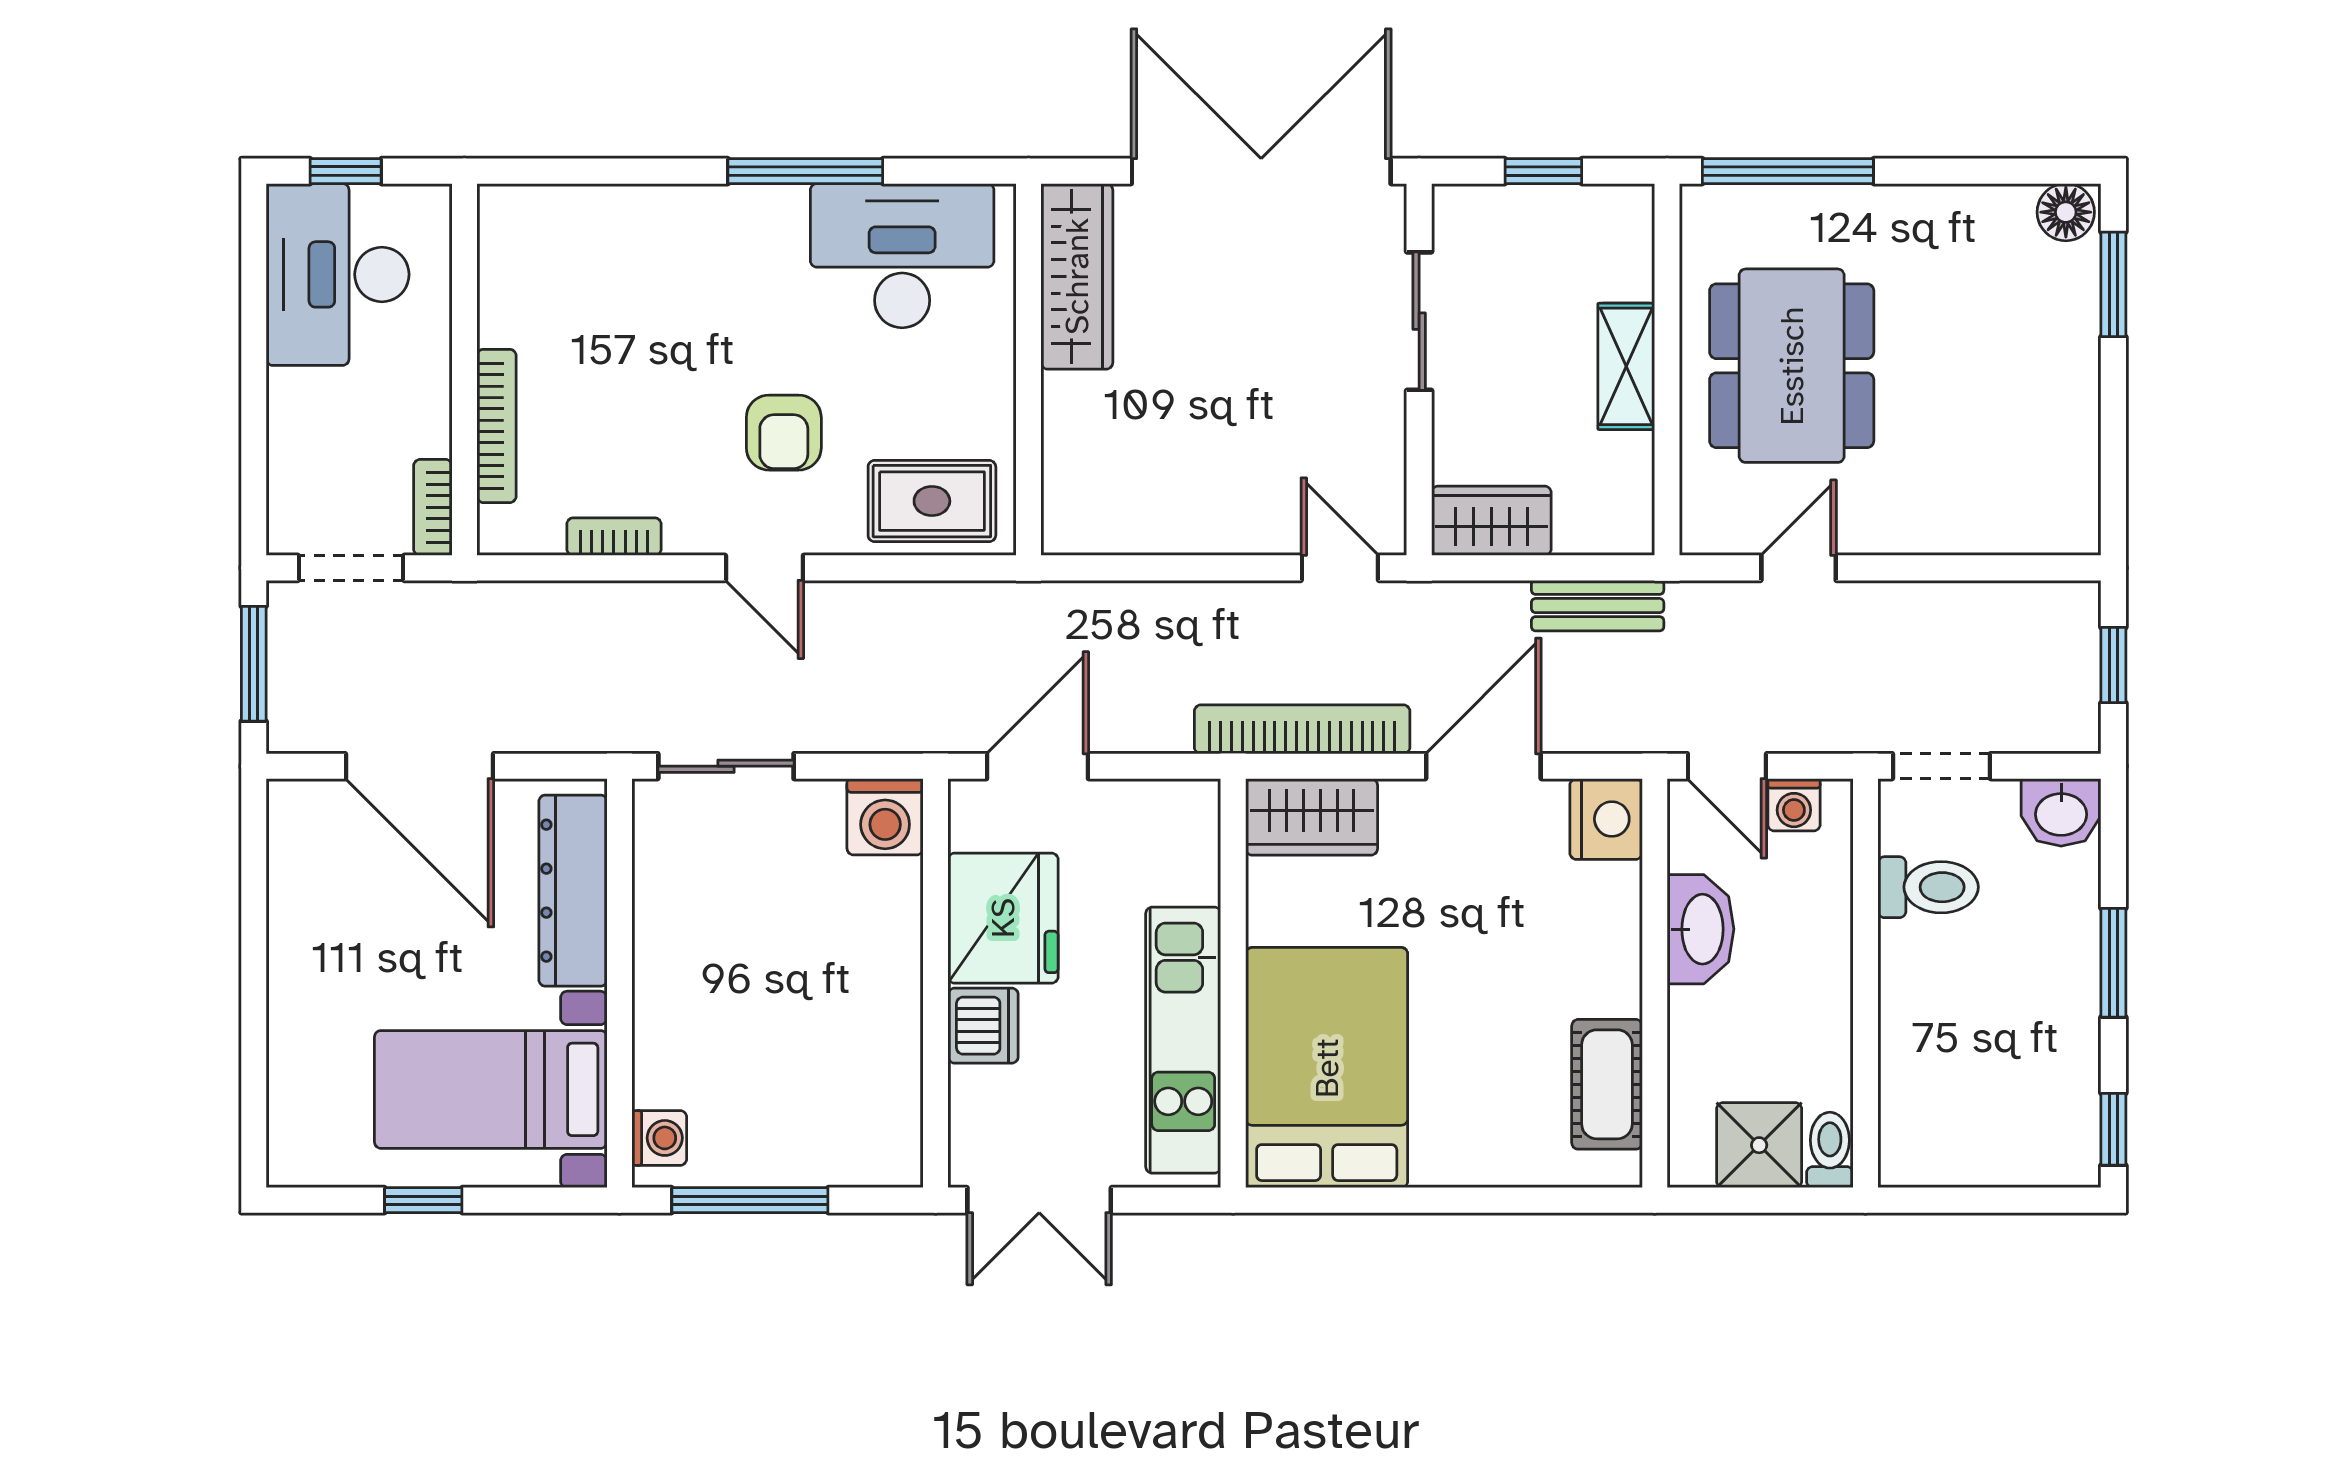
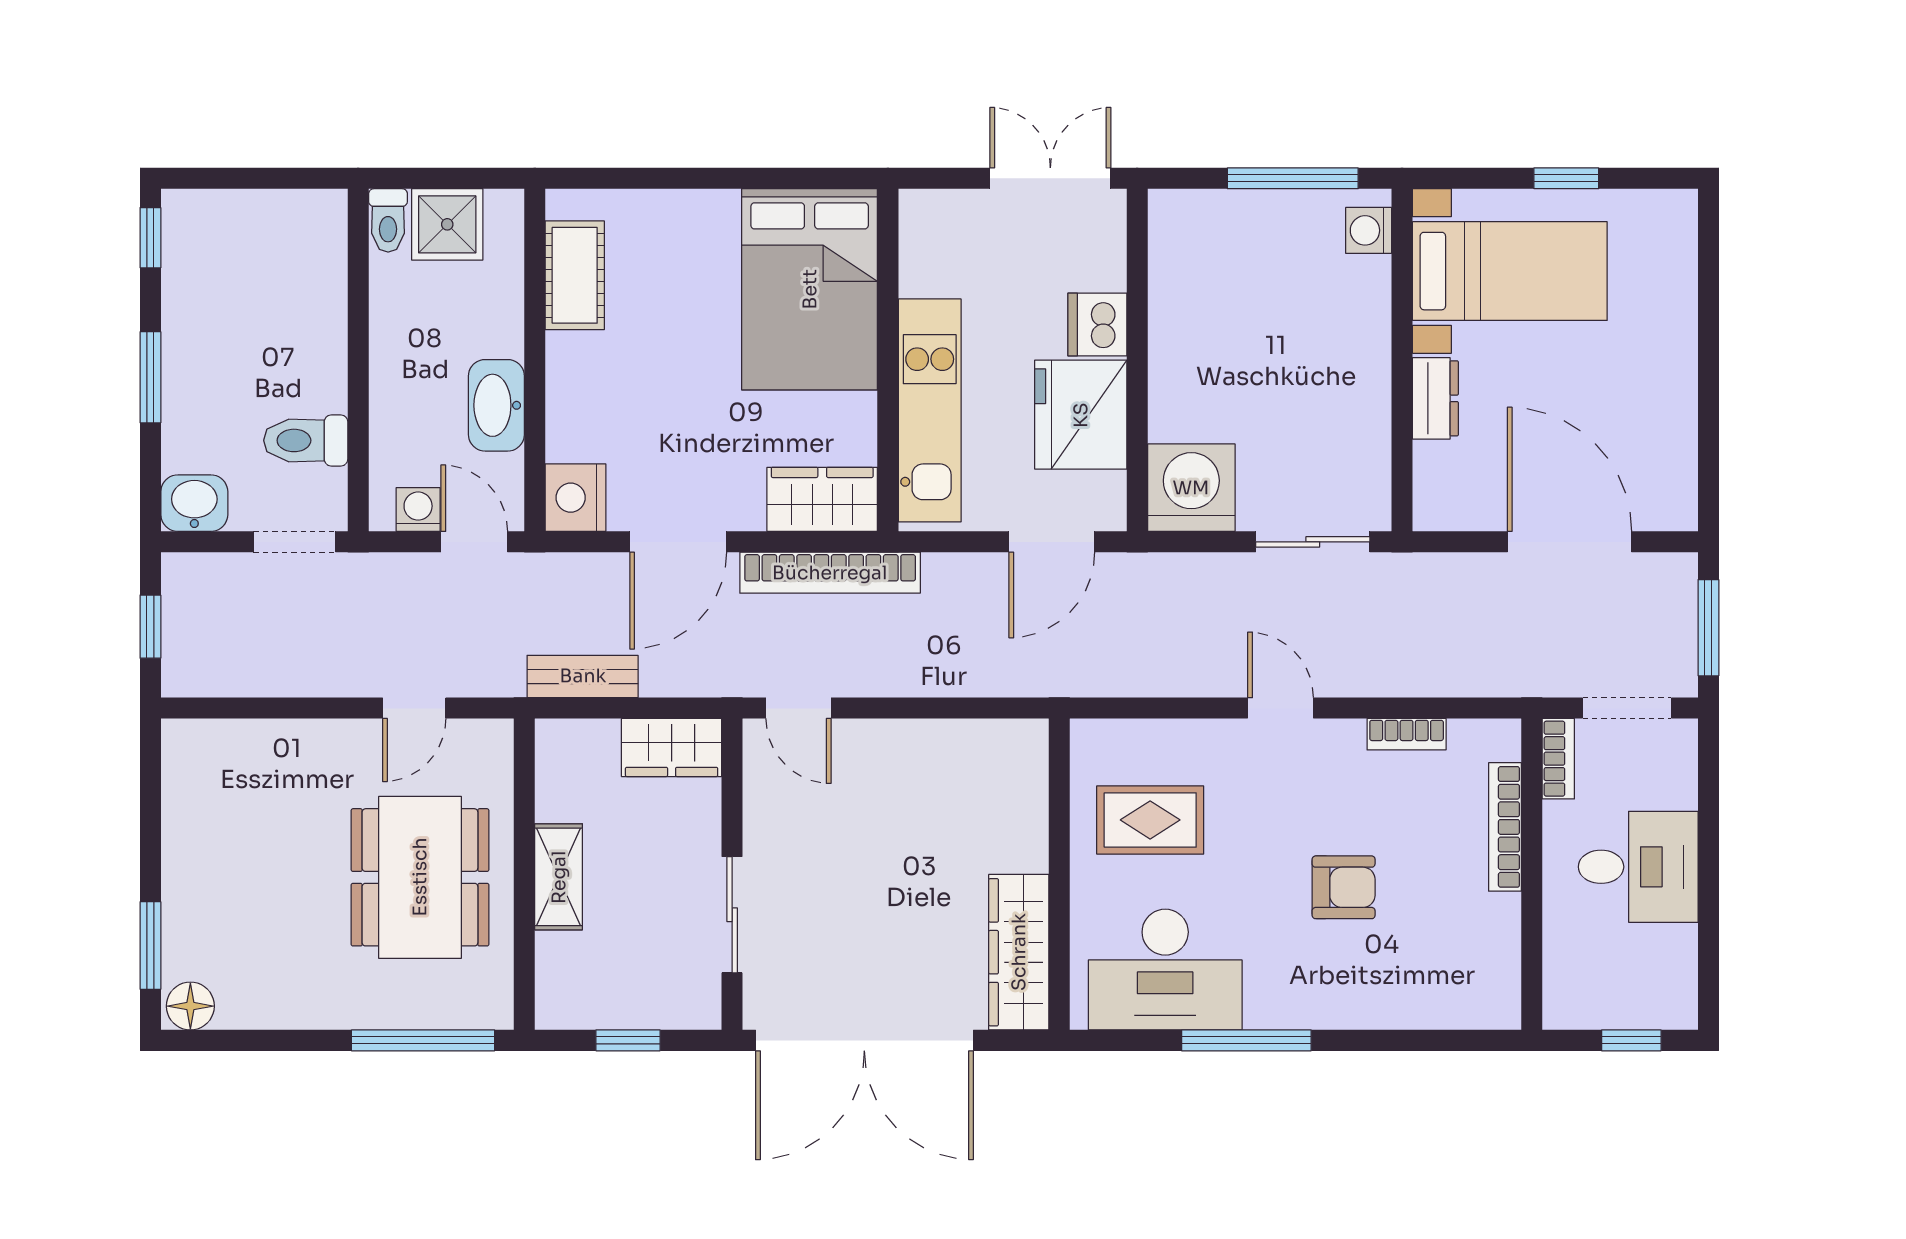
desk: (338, 274) -> (1638, 867), moved, width x0.73
armchair: (784, 433) -> (1344, 887), moved, turned 90
rug: (932, 501) -> (1150, 820), moved
washing machine: (885, 817) -> (1191, 488), width x1.37, depth x1.37
dresser: (573, 891) -> (1435, 398), width x0.51, depth x0.80
kitchen unit: (1183, 1040) -> (930, 410), moved

